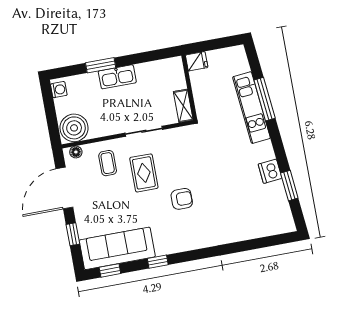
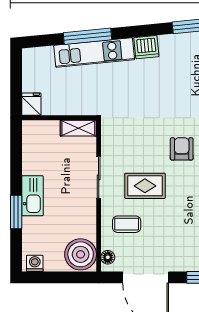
dishwasher: (270, 171) -> (146, 47), moved

